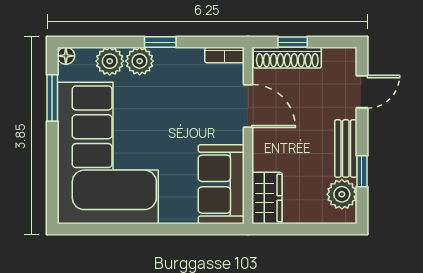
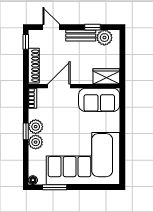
window: (293, 42) -> (26, 42), moved
plant: (110, 61) -> (36, 127), moved

